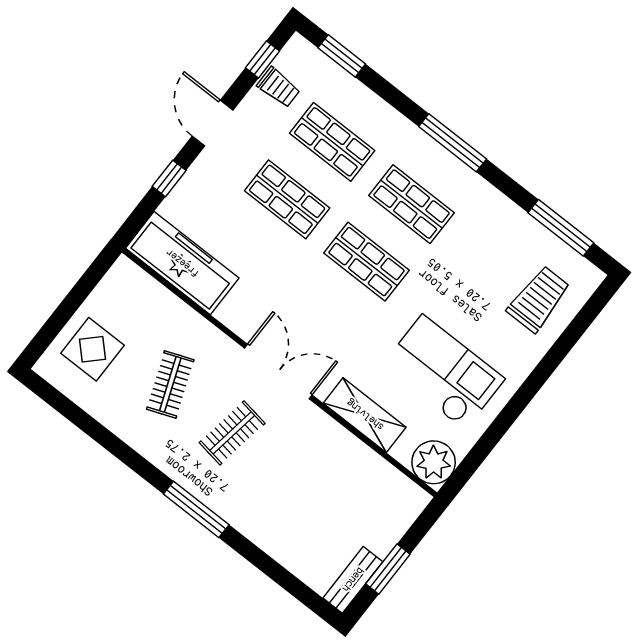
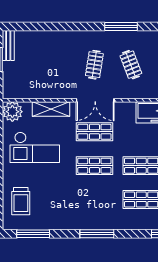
shop shelf: (412, 204) -> (94, 132), moved
window: (196, 509) -> (121, 26), moved

